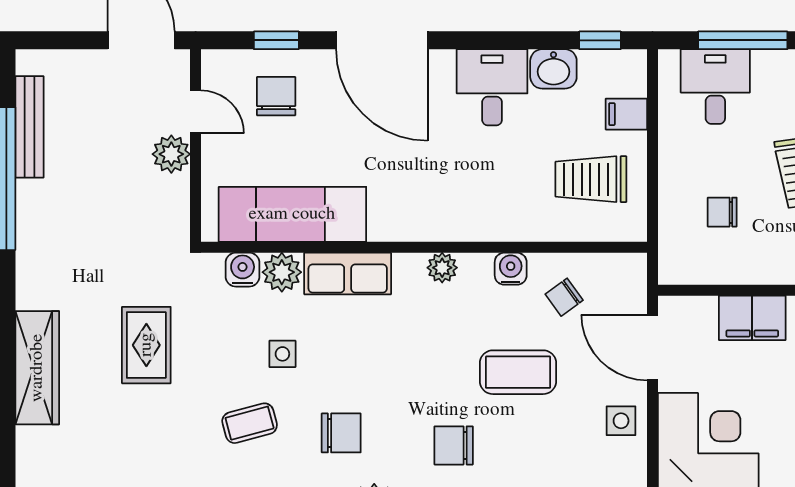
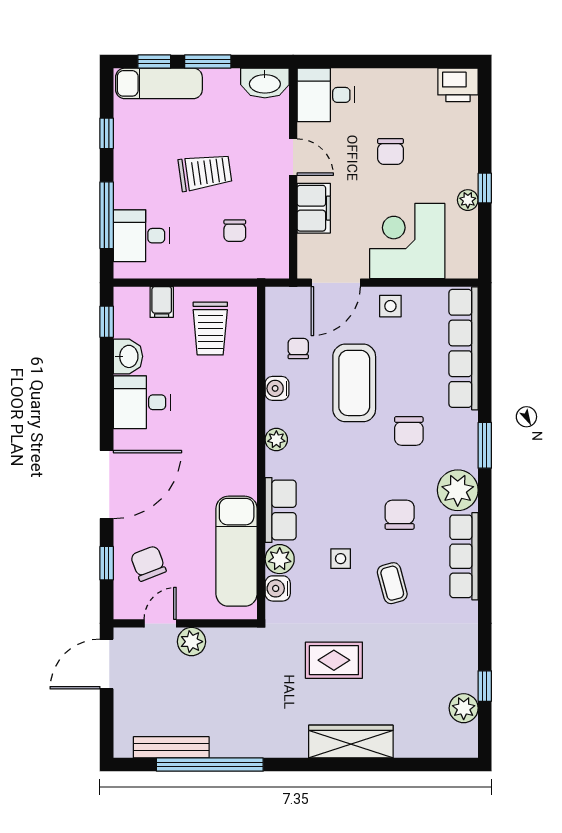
chair: (276, 96) -> (148, 563), turned 69
chair: (564, 297) -> (298, 349), turned -144
coffee table: (518, 372) -> (354, 383), width x1.36, depth x1.32

